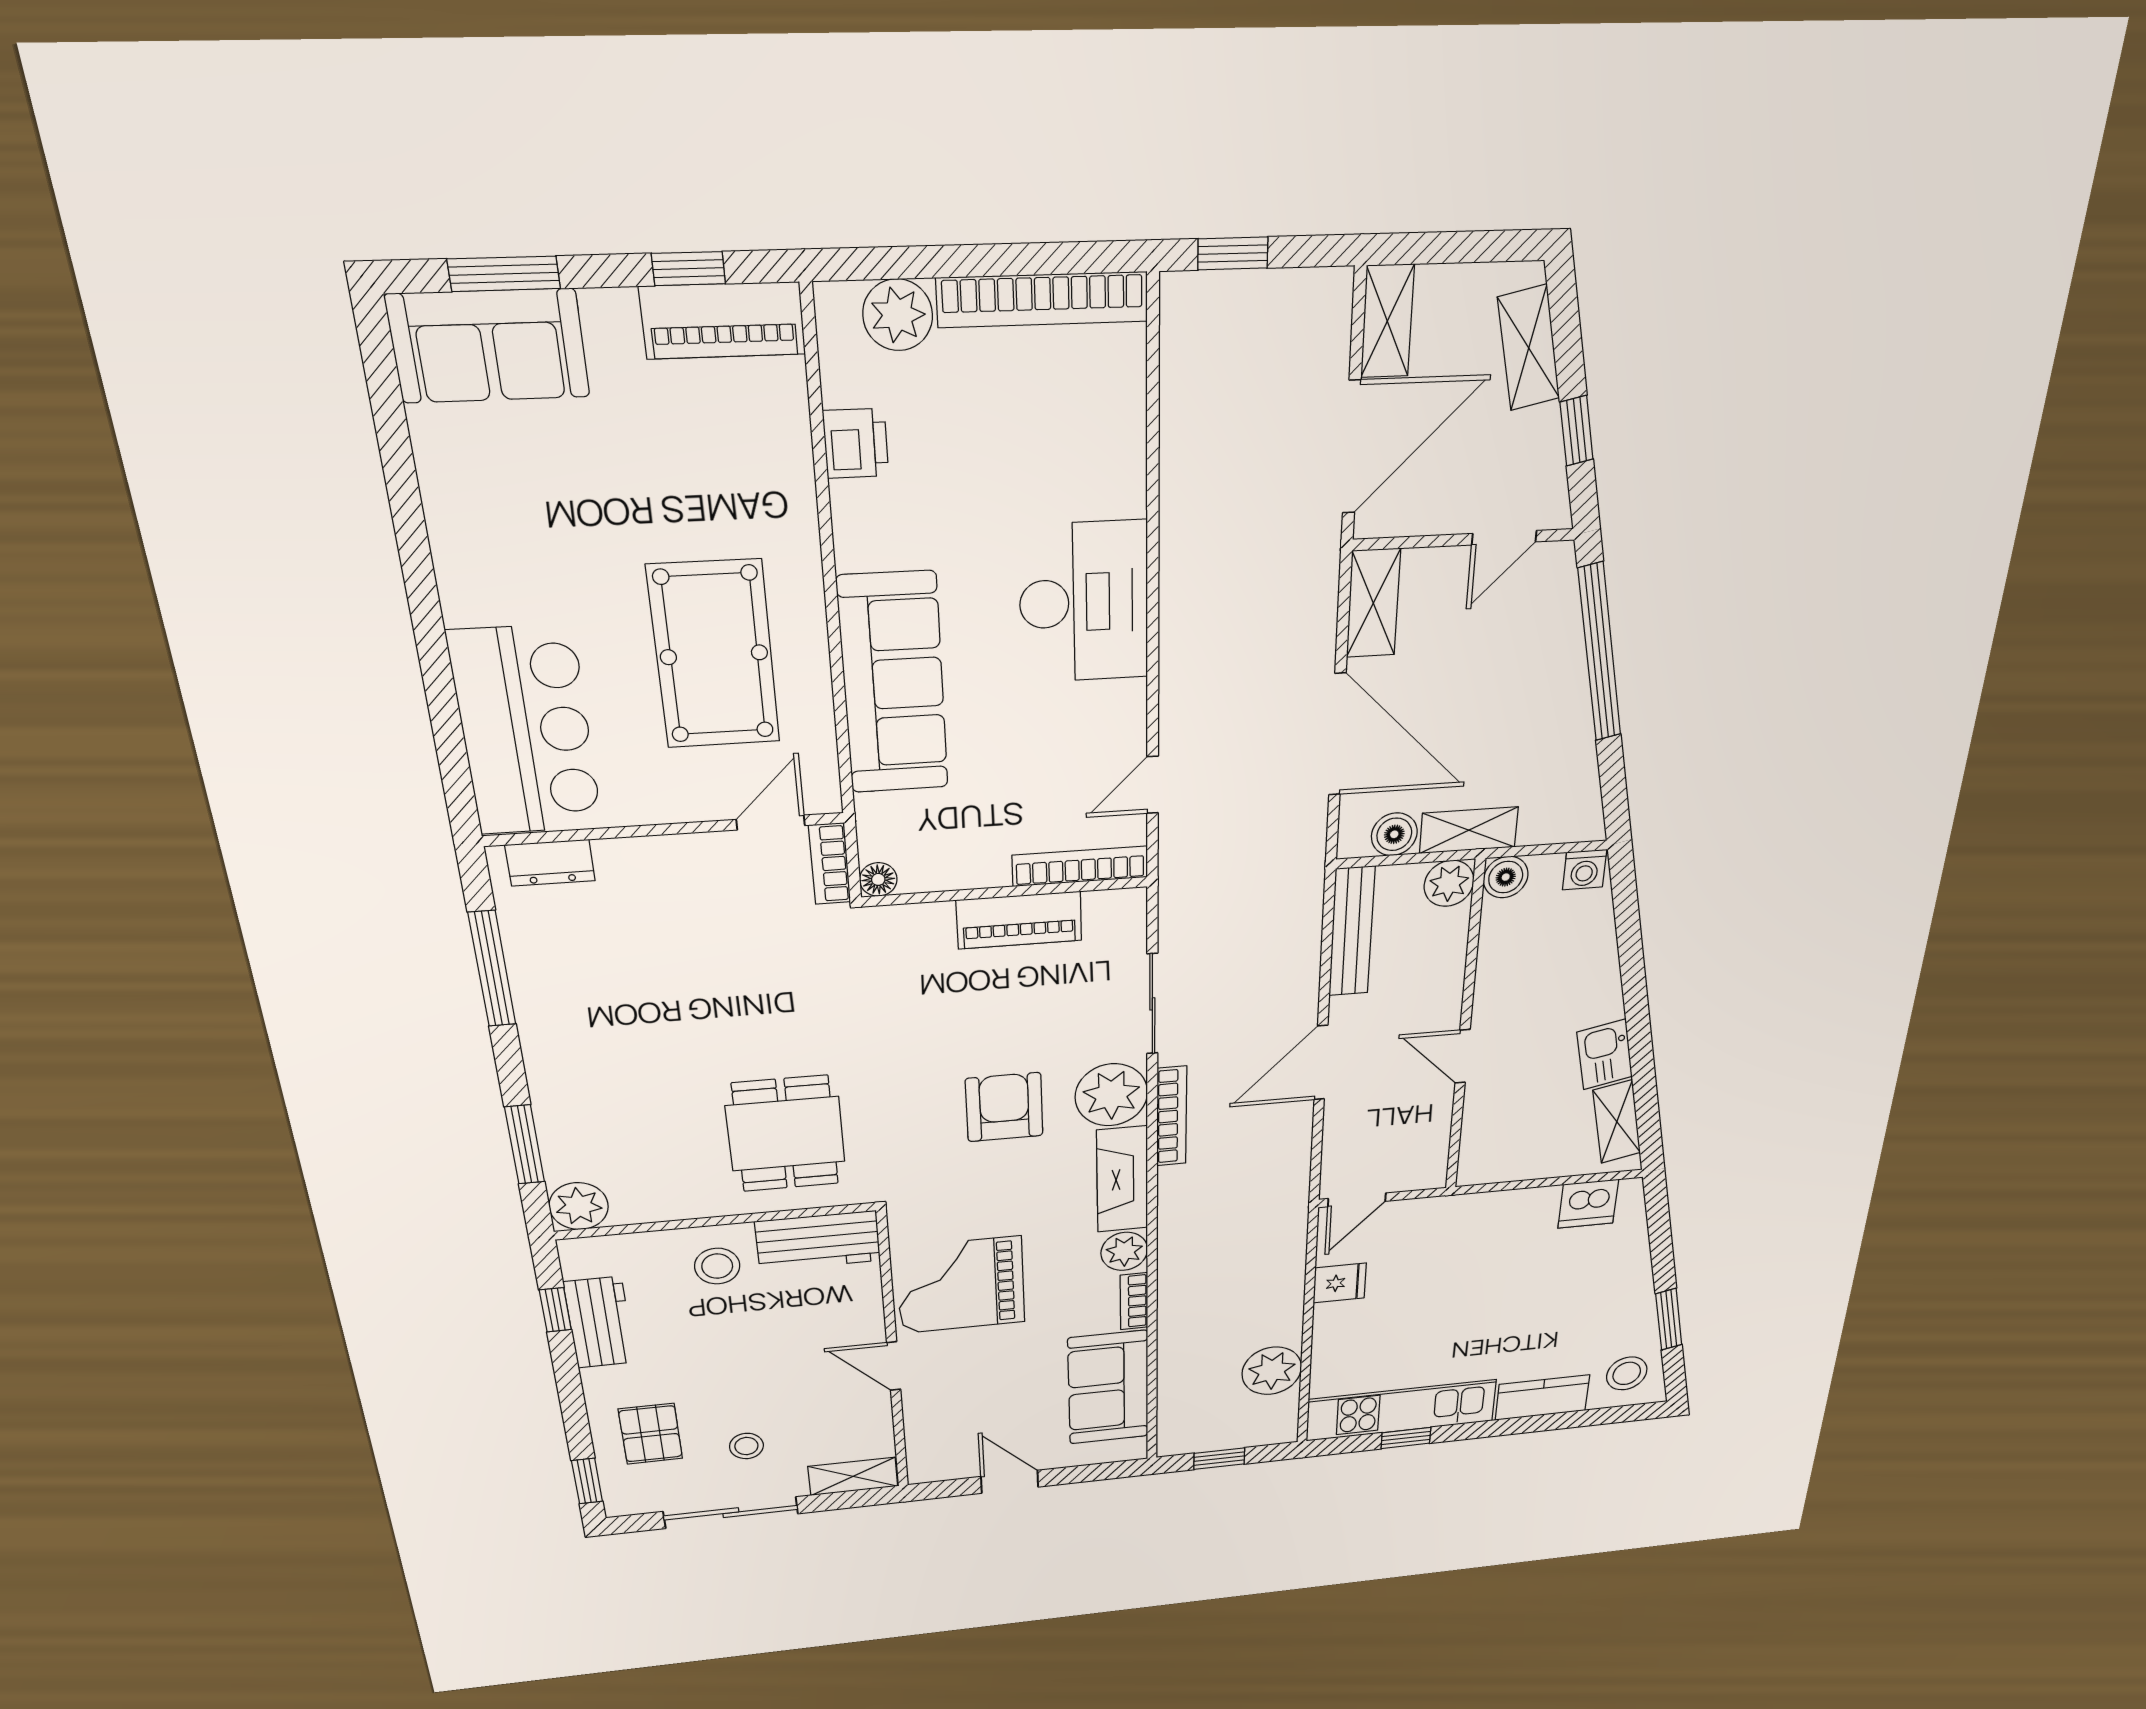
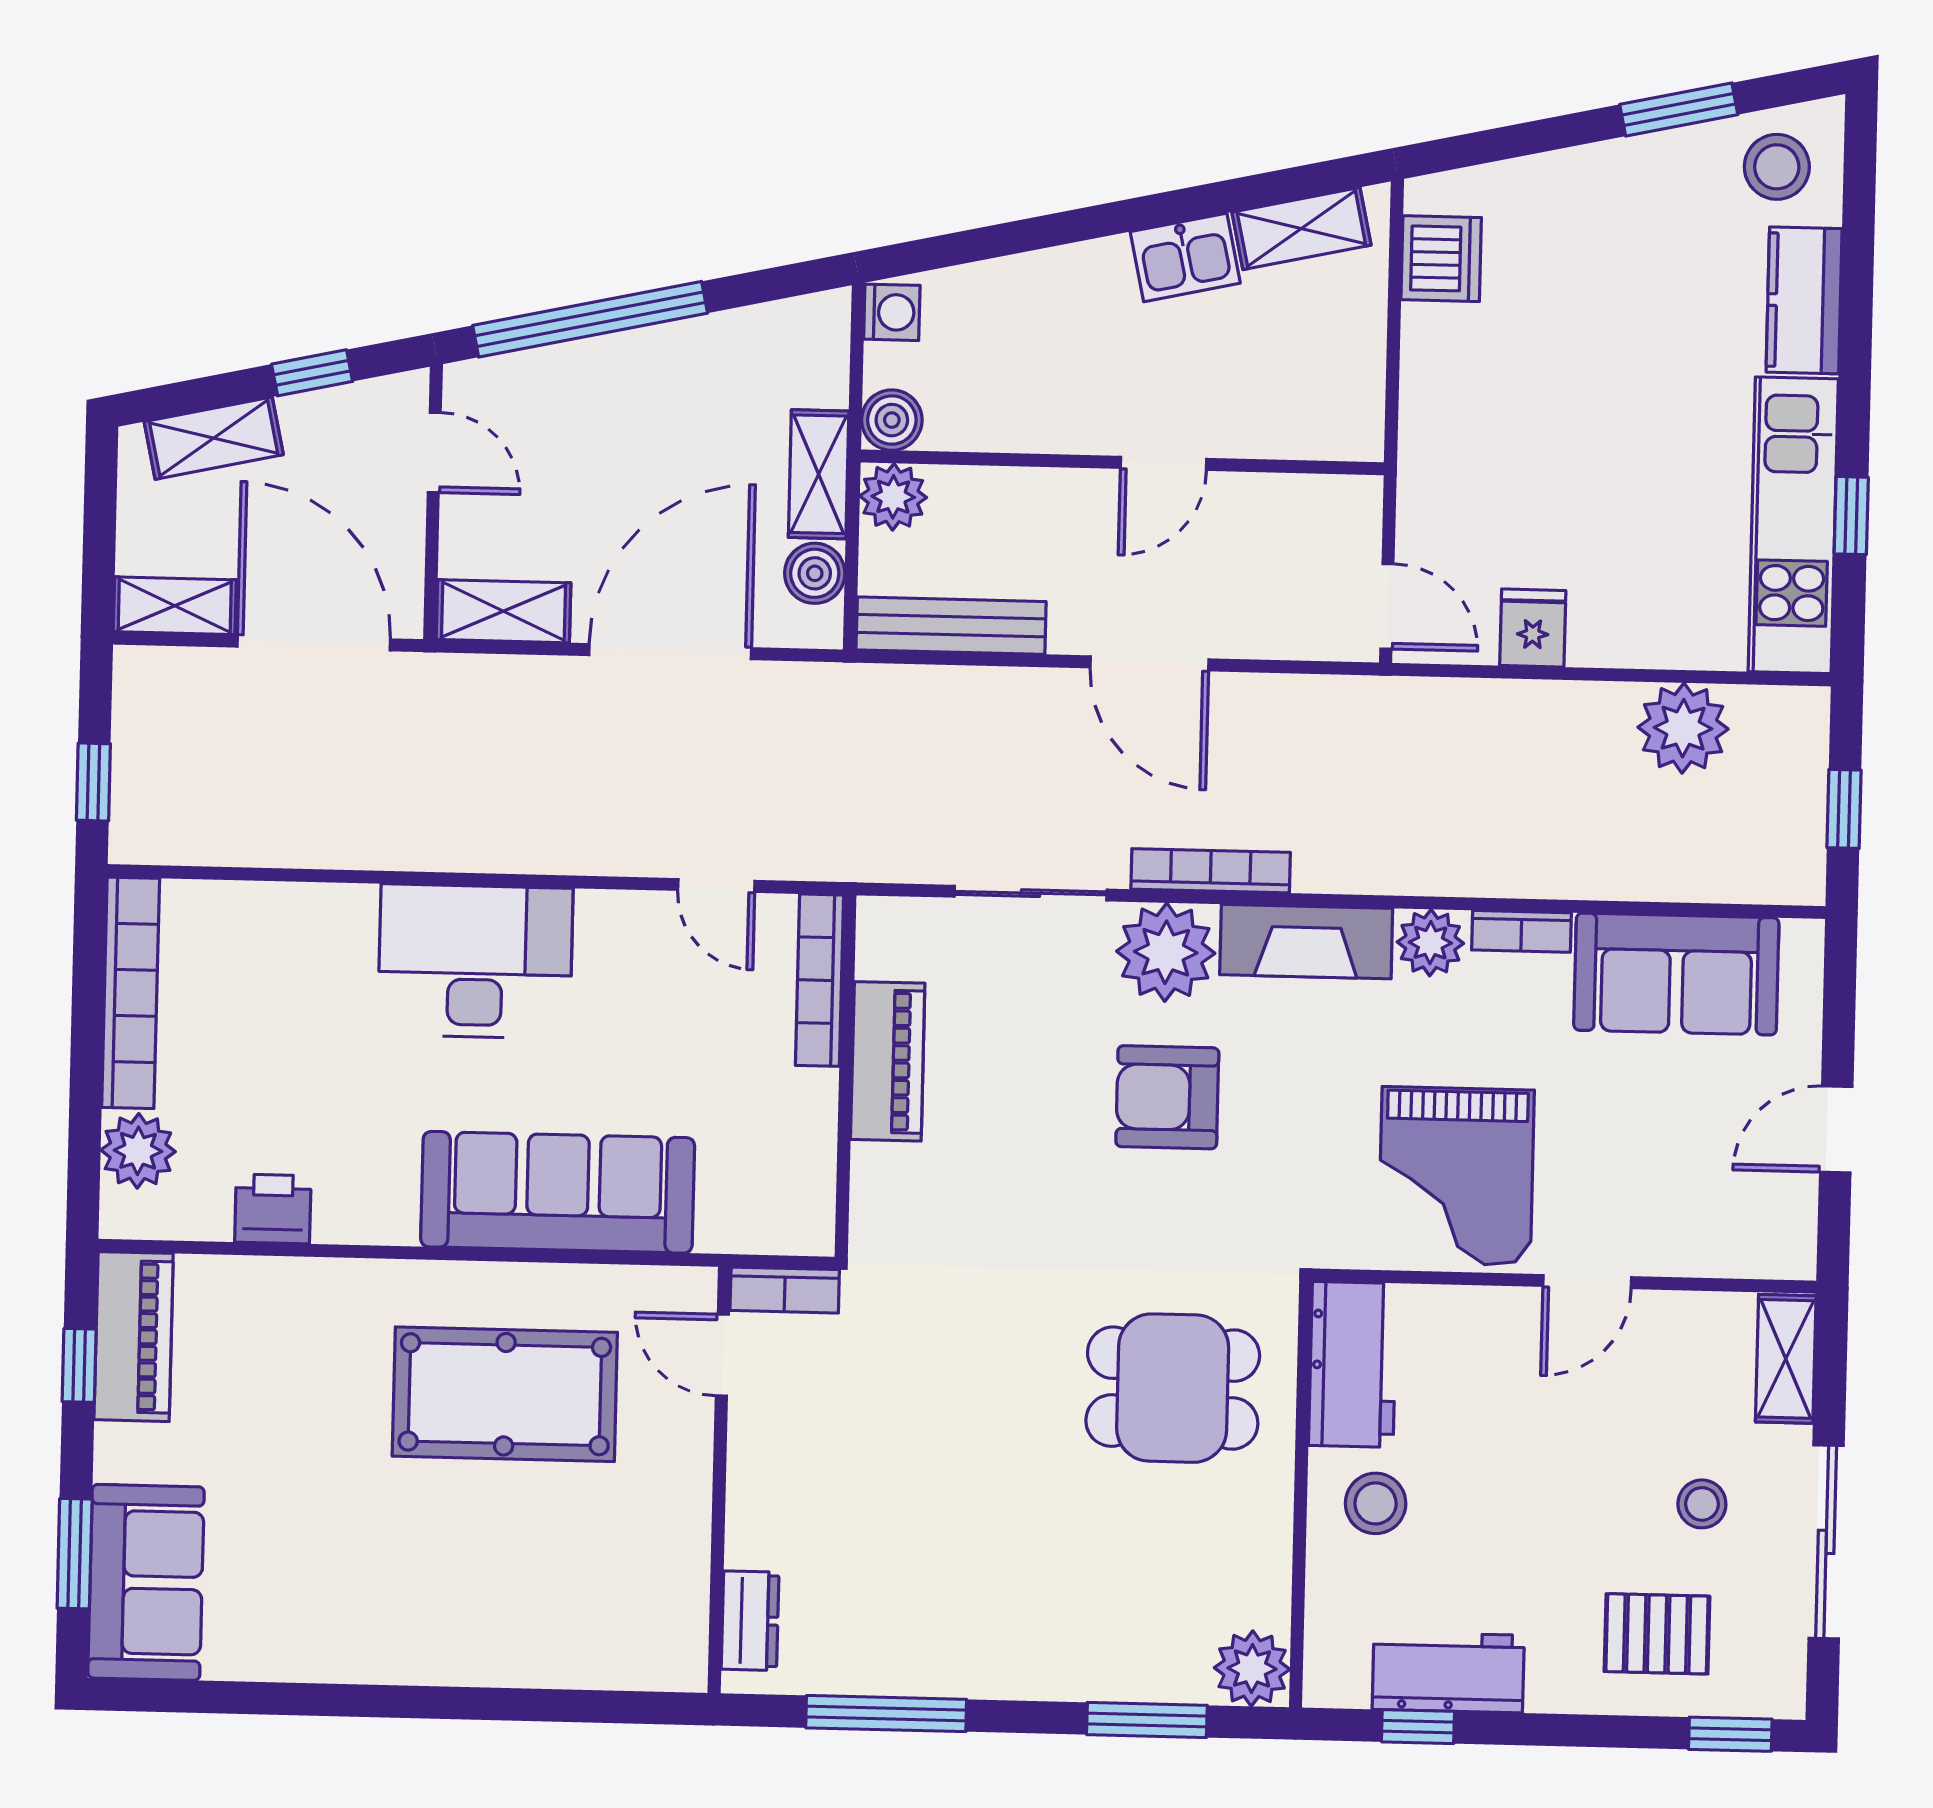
bar counter: (526, 731) -> (580, 1619), removed
floor lamp: (878, 879) -> (812, 1233), removed

